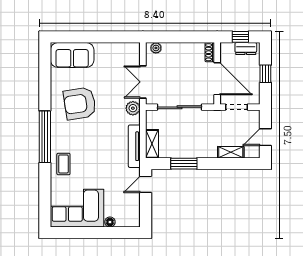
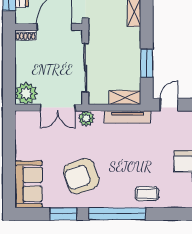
plant: (156, 48) -> (26, 93), width x1.88, depth x1.88
window: (45, 87) -> (63, 214), added
armchair: (80, 103) -> (81, 176), turned 80
door: (146, 184) -> (169, 105), swing flipped

